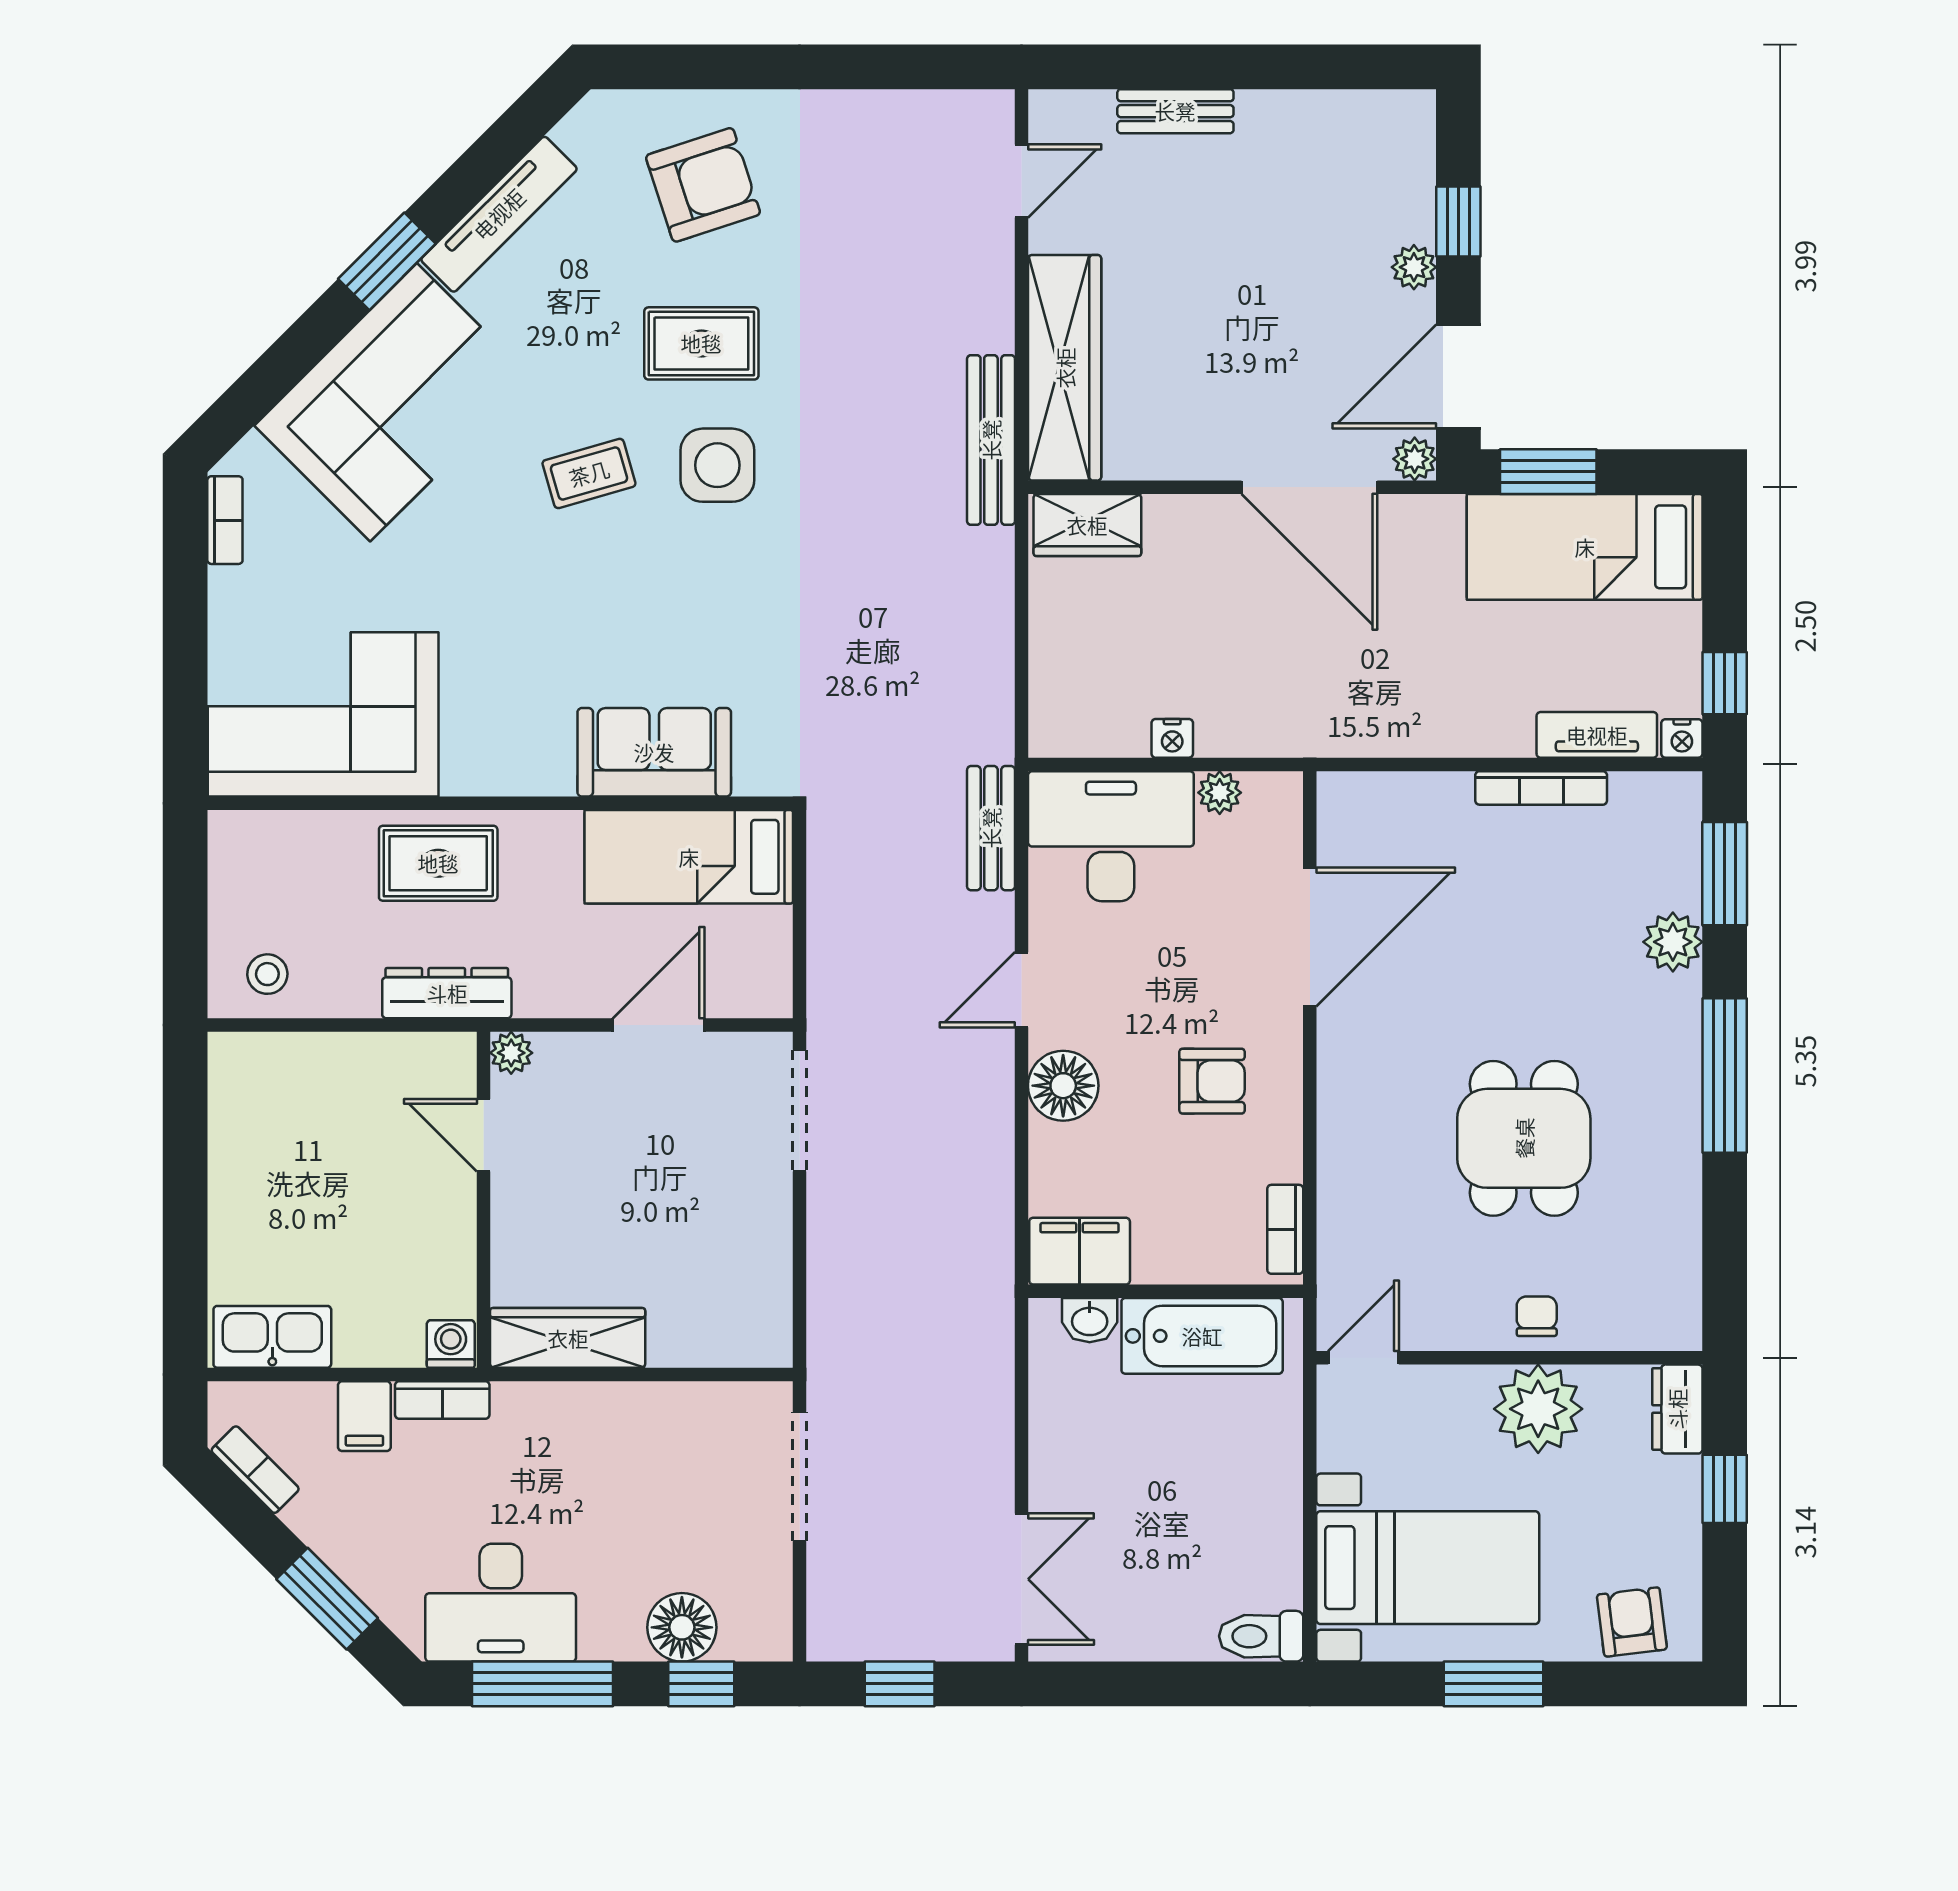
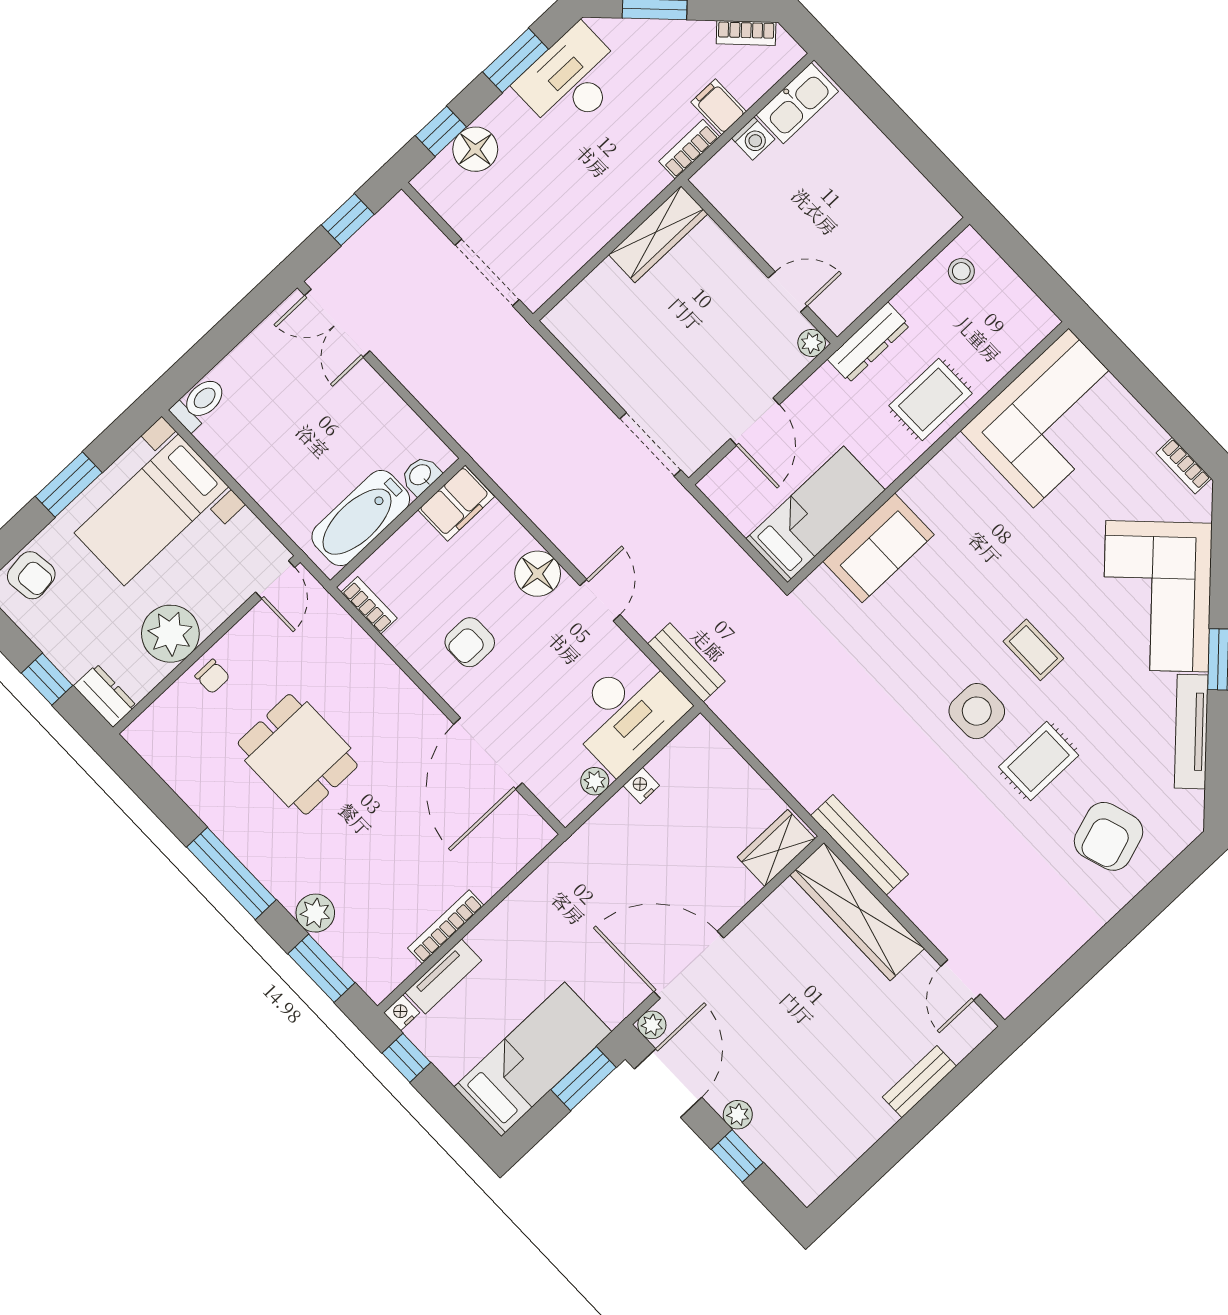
coffee table: (589, 473) -> (1033, 650), turned -74
washing machine: (451, 1344) -> (753, 139), moved
window: (543, 1684) -> (516, 60), width x0.69

